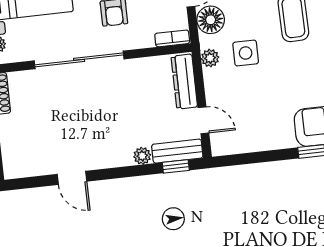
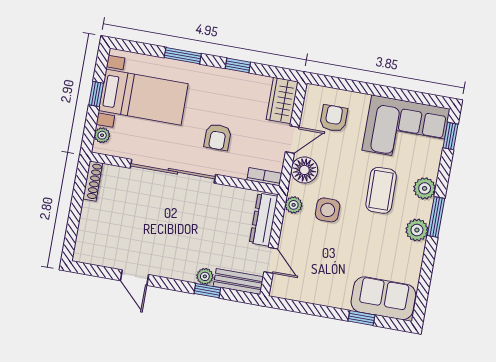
window: (176, 166) -> (207, 291), moved

